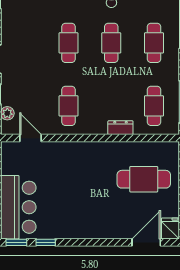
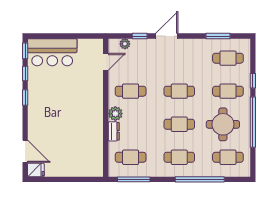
plant: (97, 126) -> (115, 114), added
cafe table: (144, 179) -> (74, 149), removed
window: (77, 242) -> (25, 97), added

